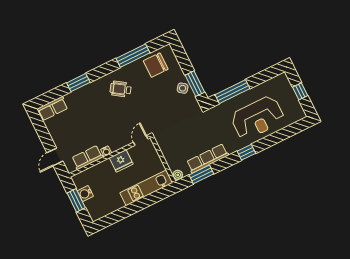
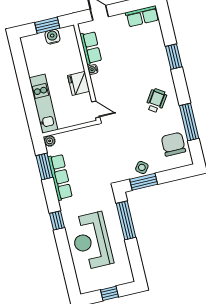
row of seats: (53, 108) -> (142, 16), moved, turned -90

